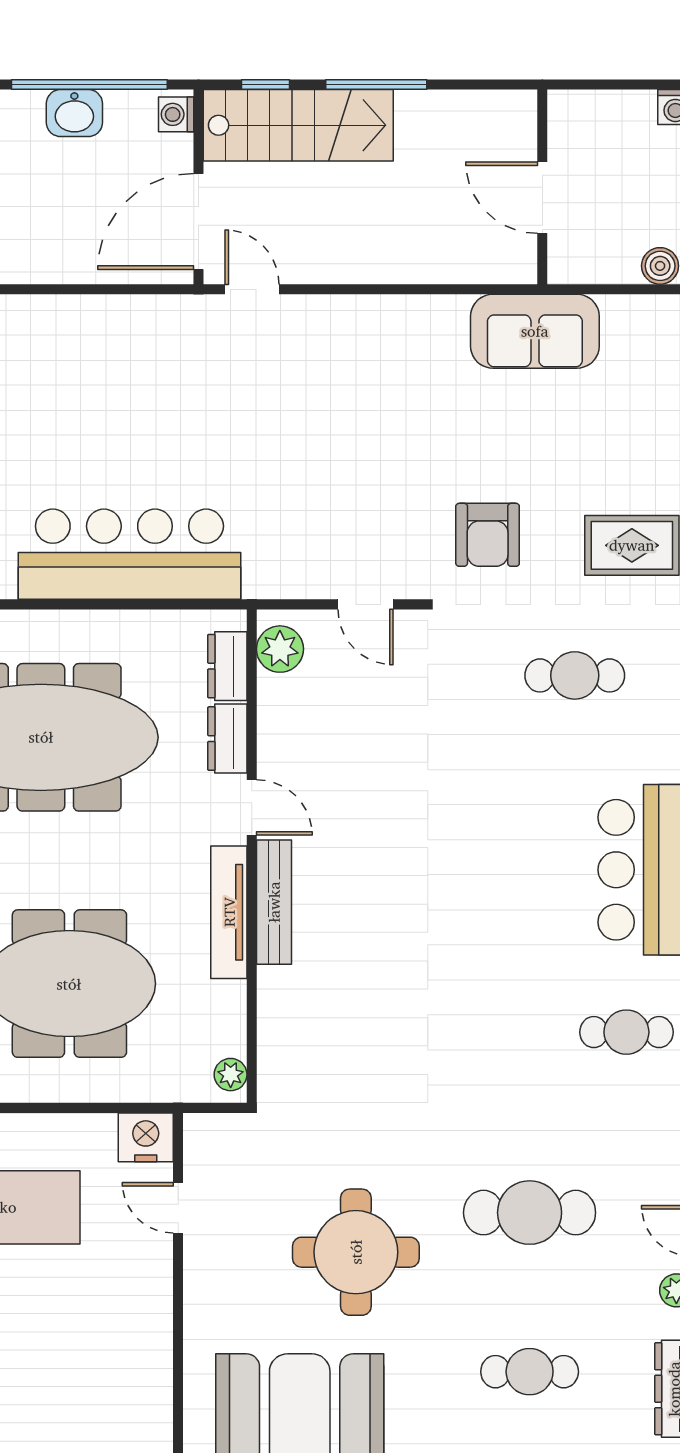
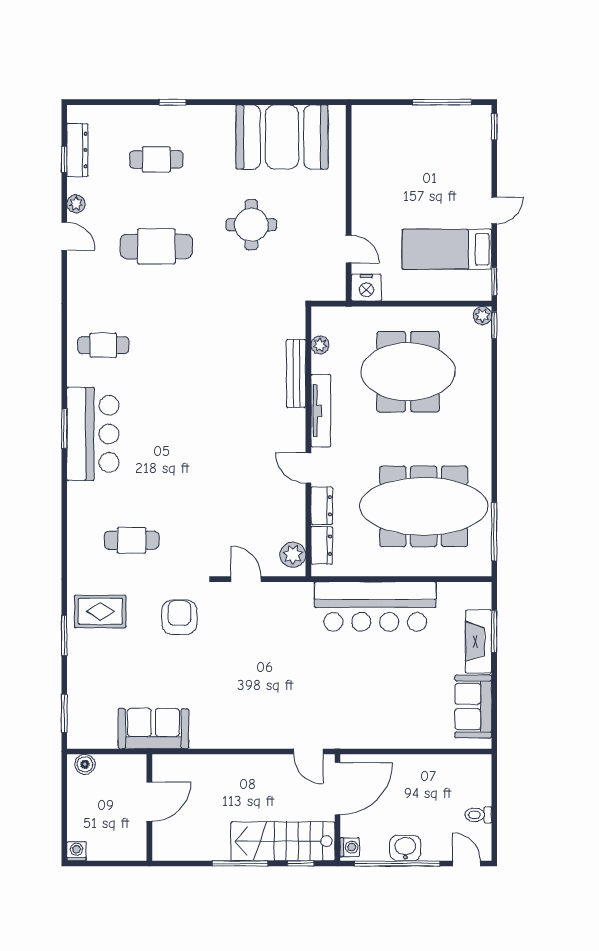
door: (542, 198) -> (149, 802), hinge flipped
bench: (274, 902) -> (296, 373), moved
plant: (231, 1075) -> (320, 345), moved
round table: (356, 1252) -> (251, 225), width x0.73, depth x0.73

